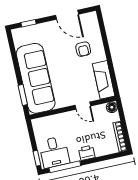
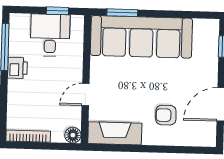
desk: (54, 152) -> (50, 35), moved, turned 90
printer: (87, 153) -> (17, 68), moved
window: (37, 158) -> (57, 11), moved

